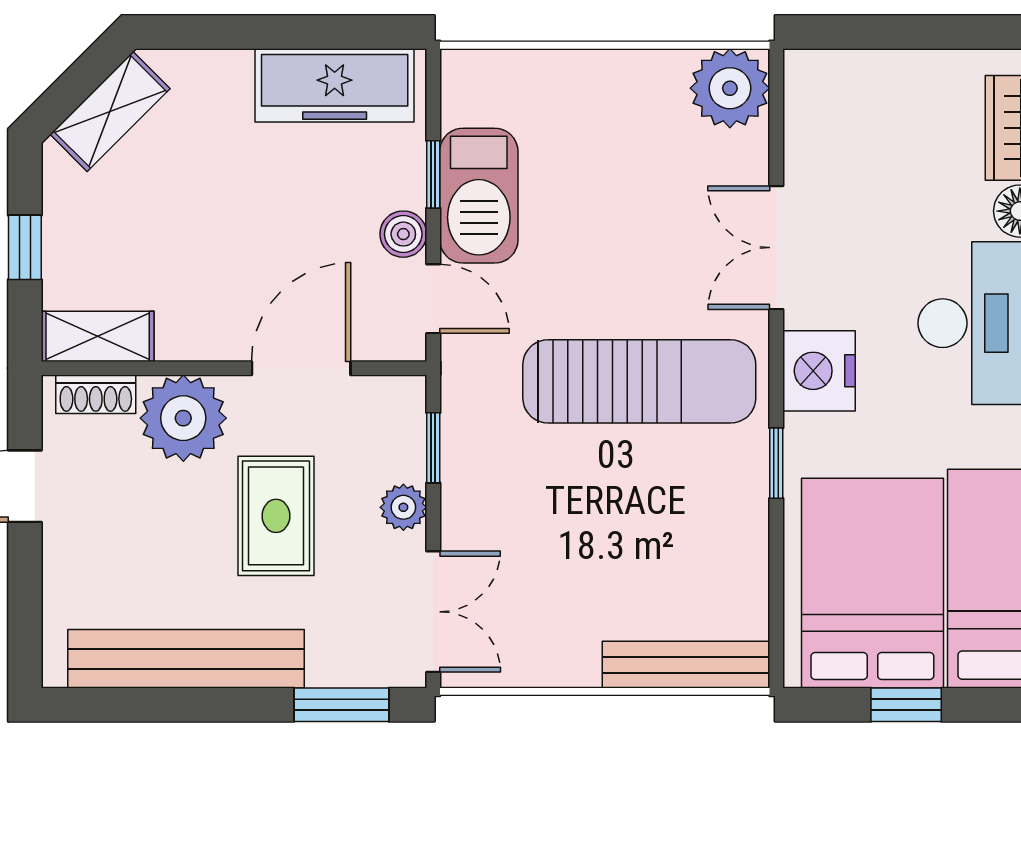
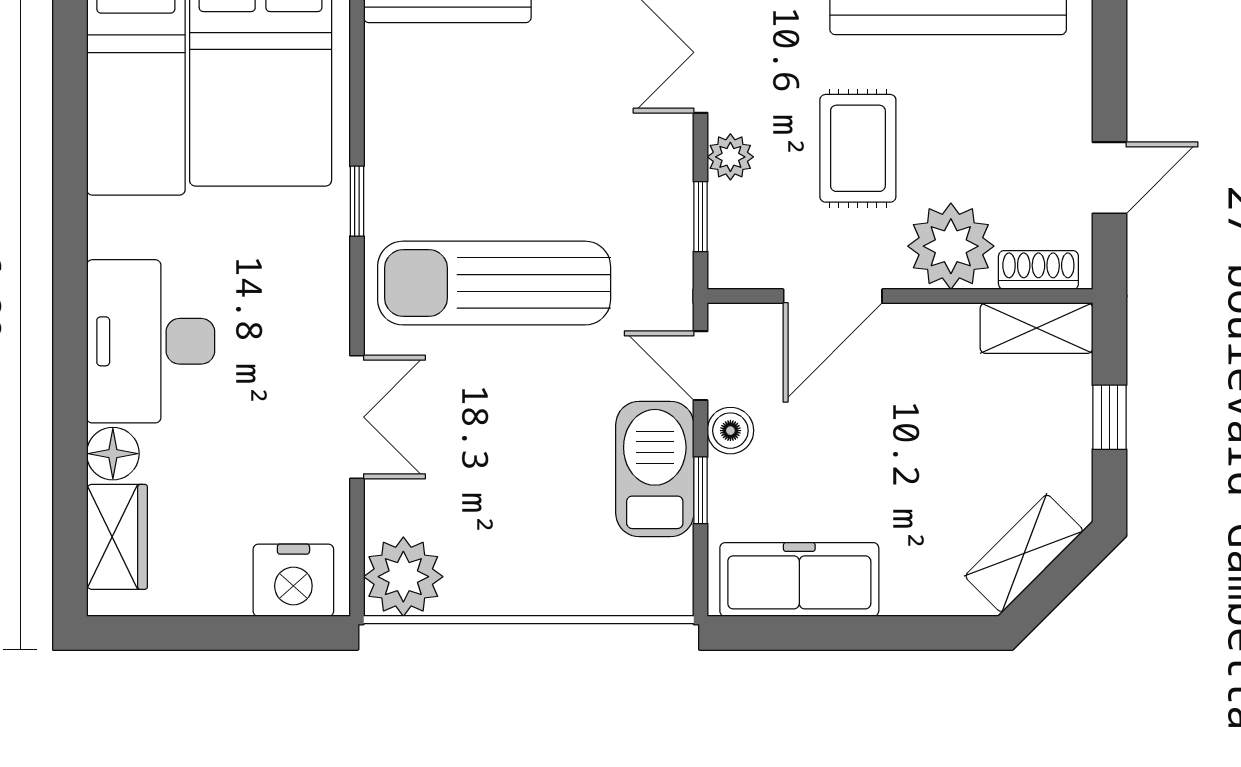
nightstand: (819, 371) -> (293, 580), moved, turned 90

